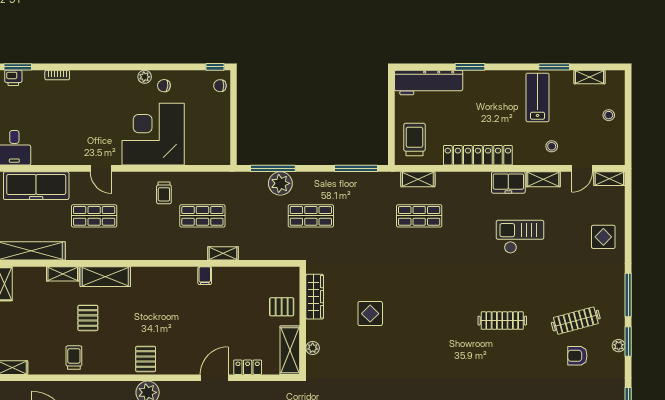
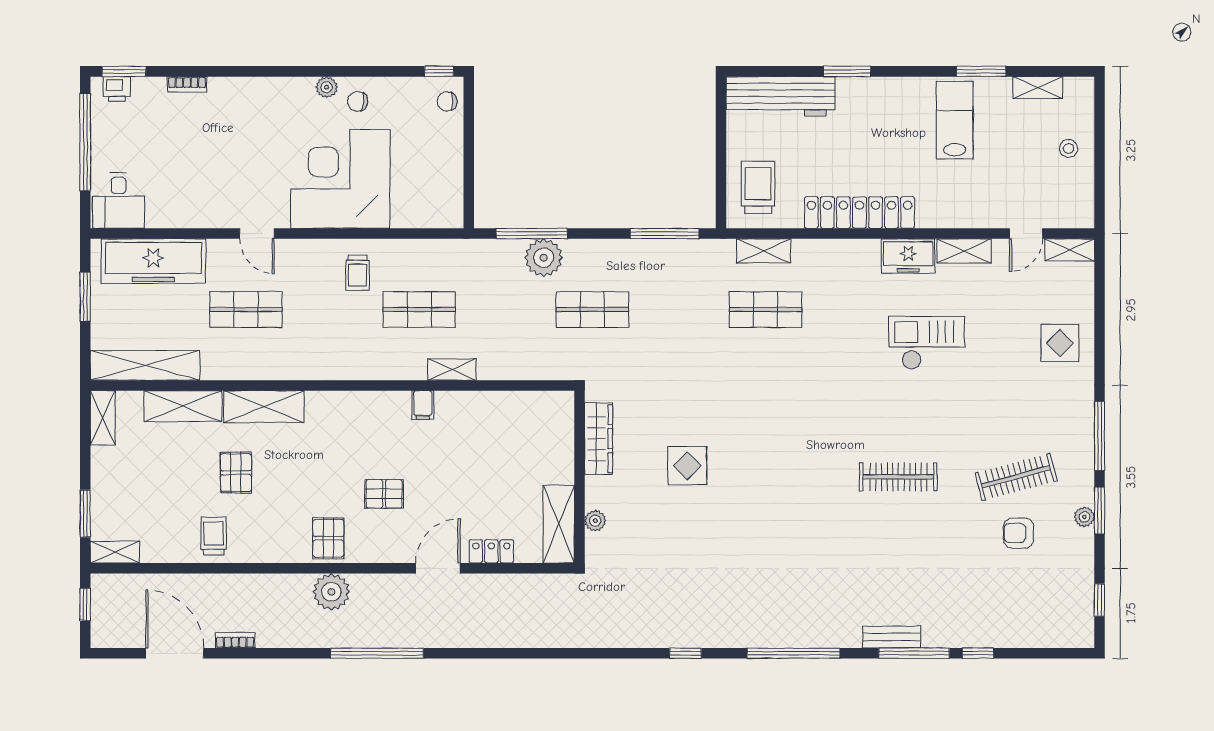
stool: (552, 146) -> (977, 198), removed
shelving: (63, 274) -> (183, 406), width x1.50, depth x1.33
pallet: (282, 307) -> (384, 494), moved

